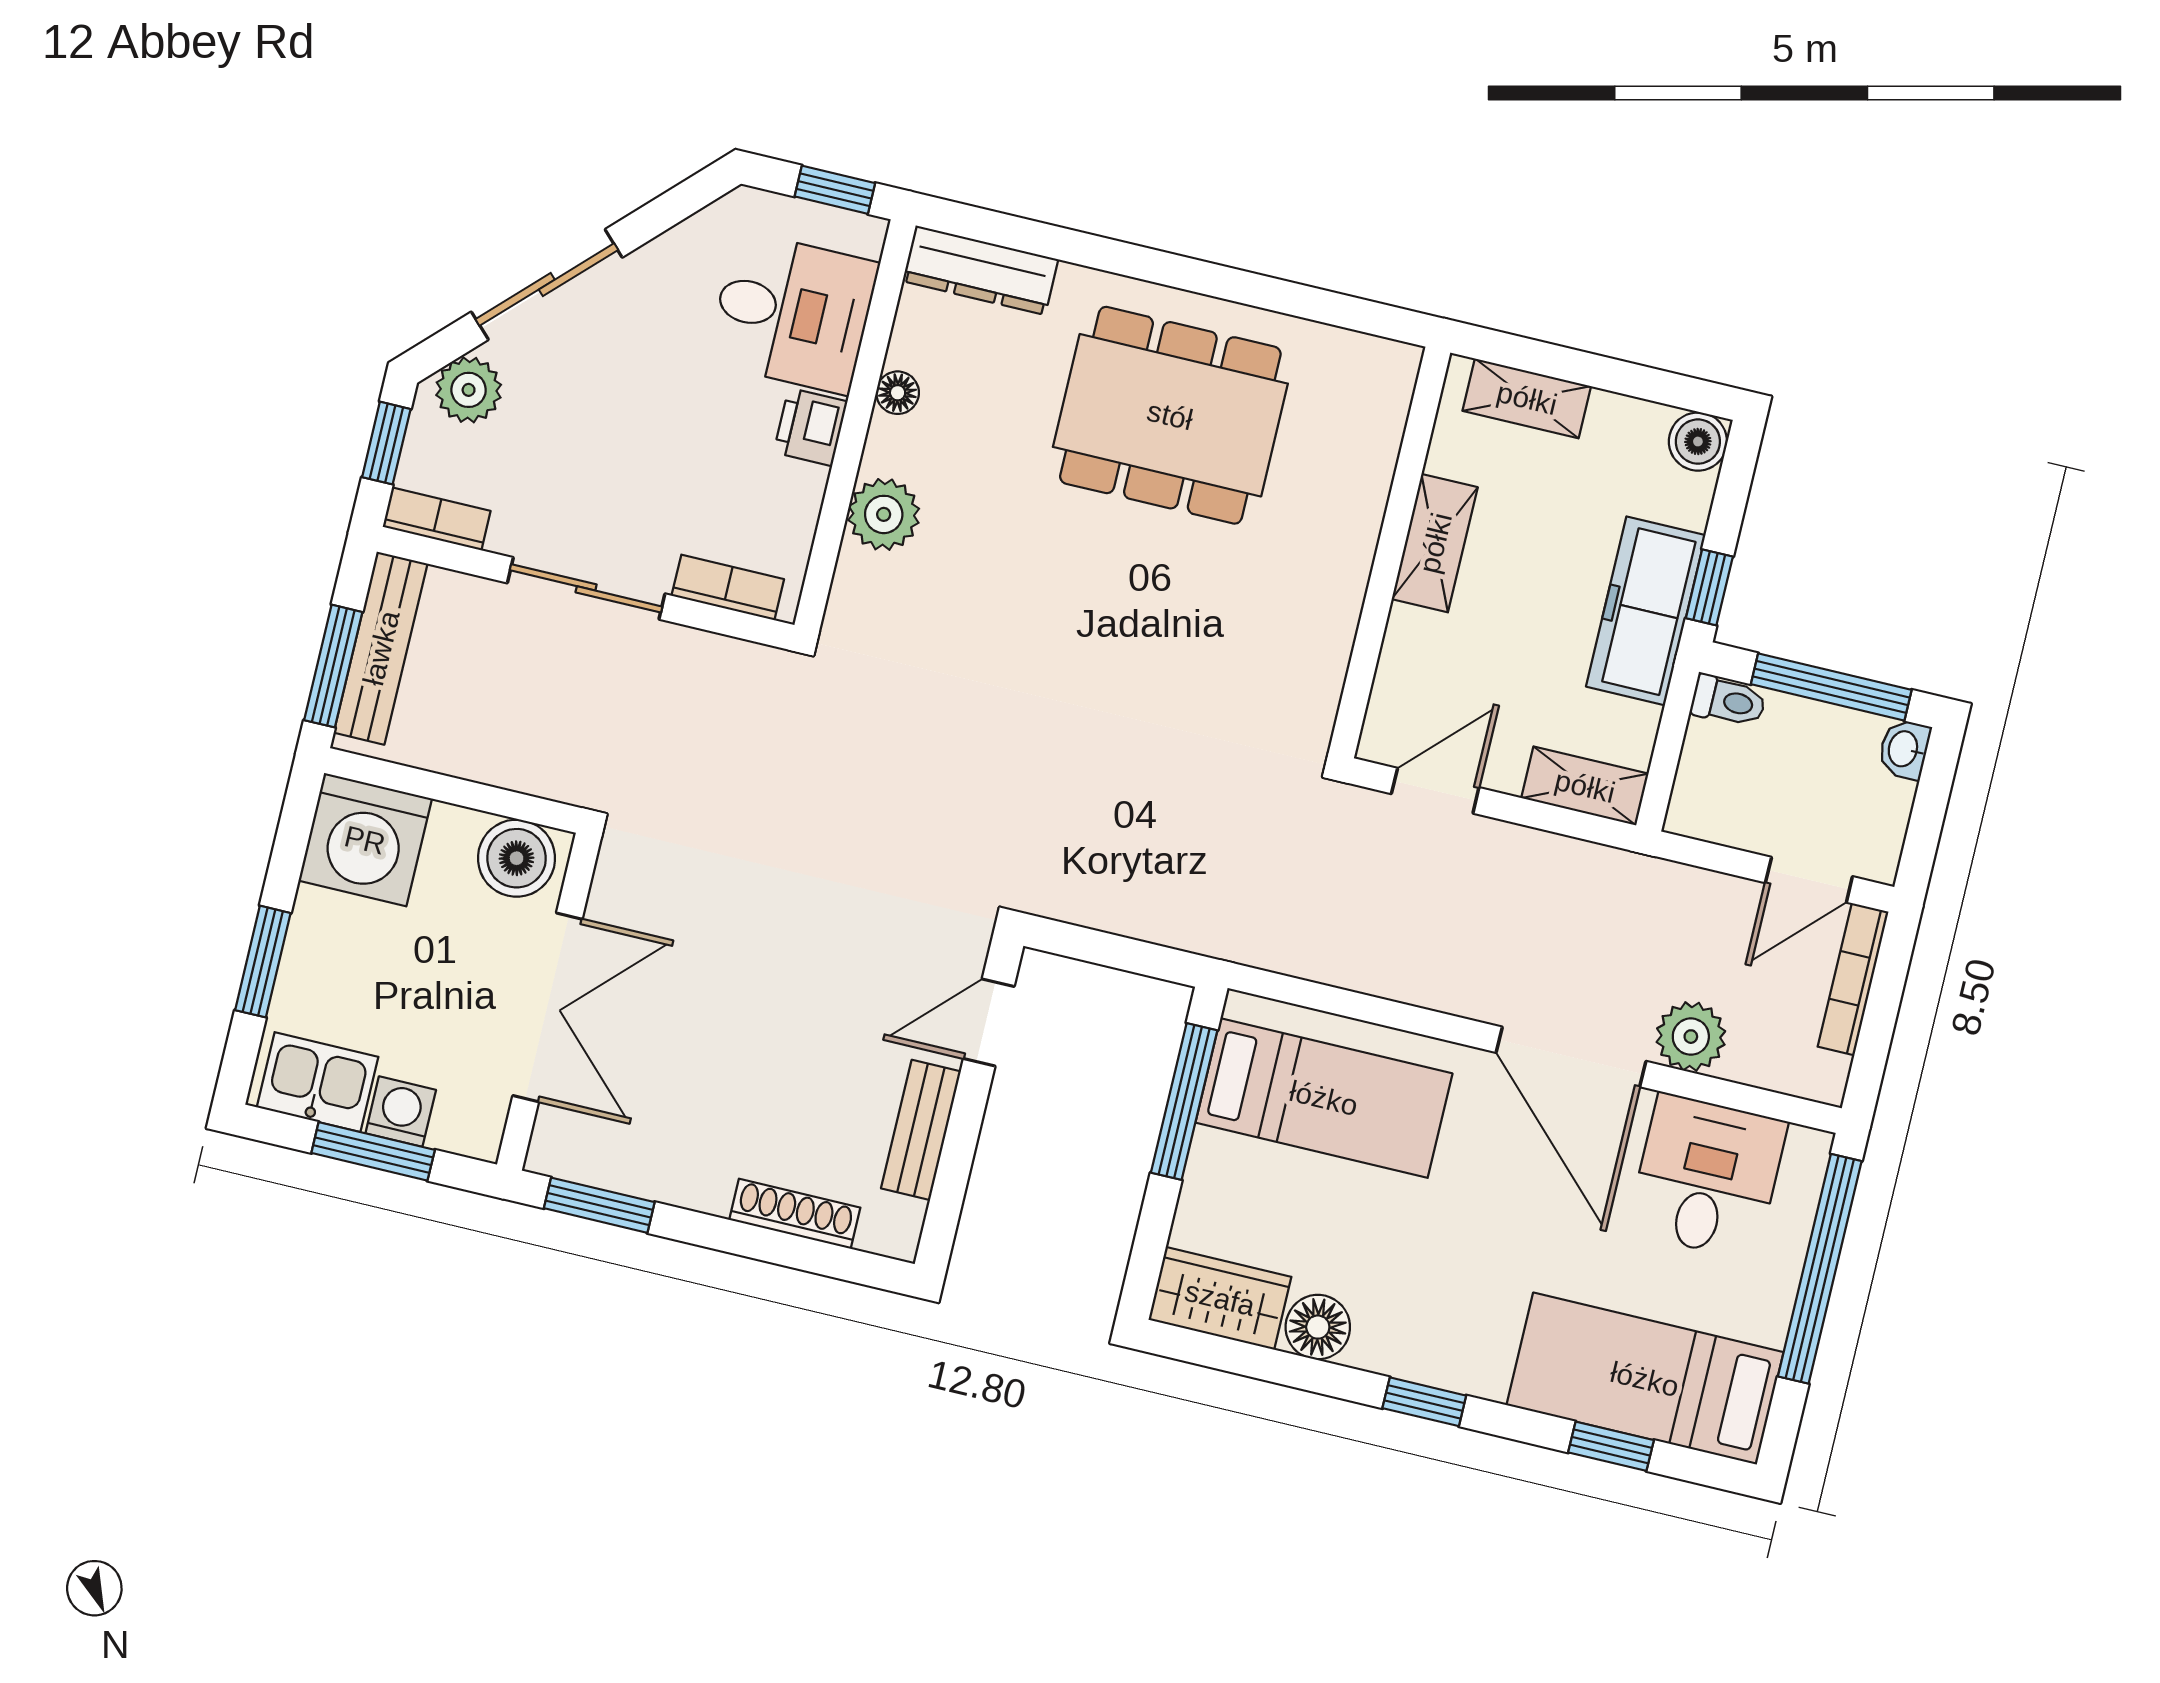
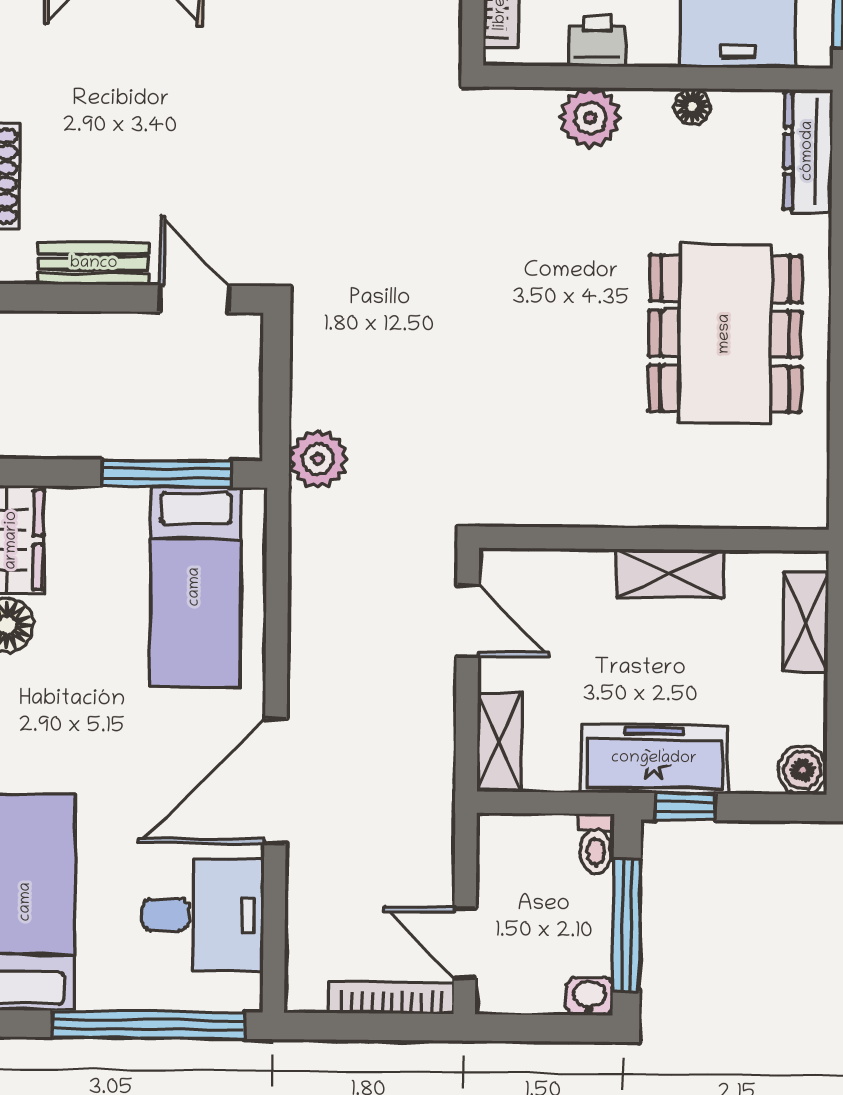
printer: (810, 427) -> (597, 41), moved
plant: (1691, 1037) -> (318, 459), moved

